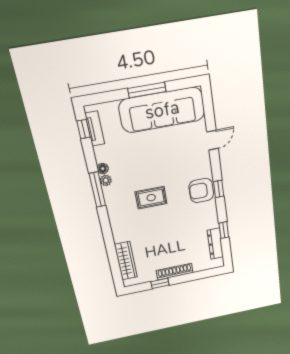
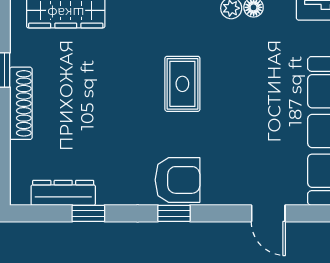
armchair: (201, 191) -> (178, 180), turned 90

